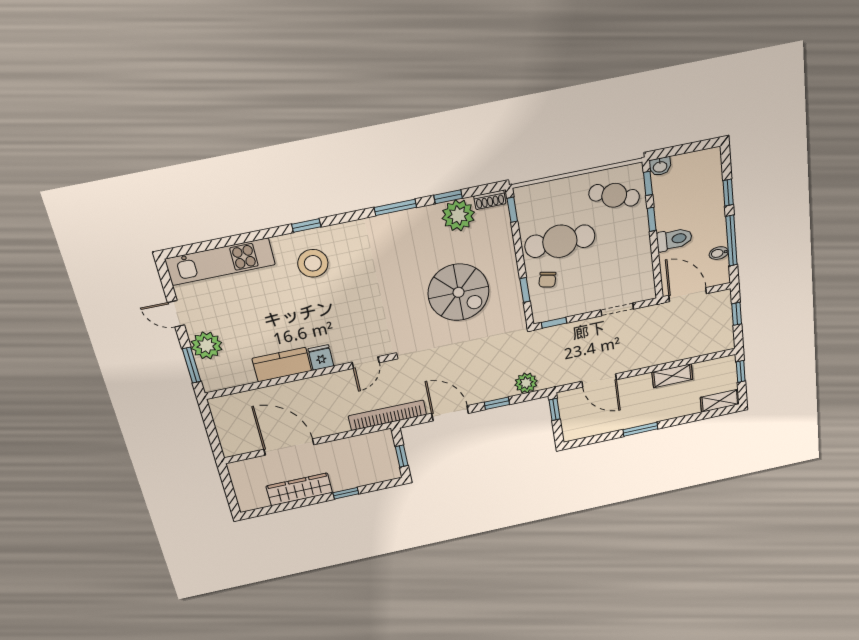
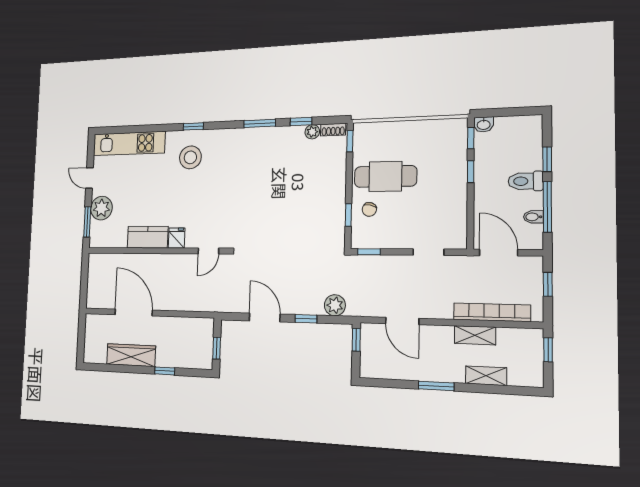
cafe table: (614, 195) -> (439, 144), removed
plant: (458, 215) -> (312, 132), width x0.53, depth x0.53
toilet: (674, 239) -> (526, 181), moved, turned 180
spiral stairs: (458, 292) -> (293, 205), removed
shelving: (720, 401) -> (486, 376), moved
bookcase: (387, 415) -> (492, 312), moved

